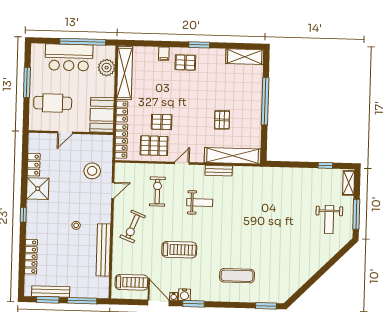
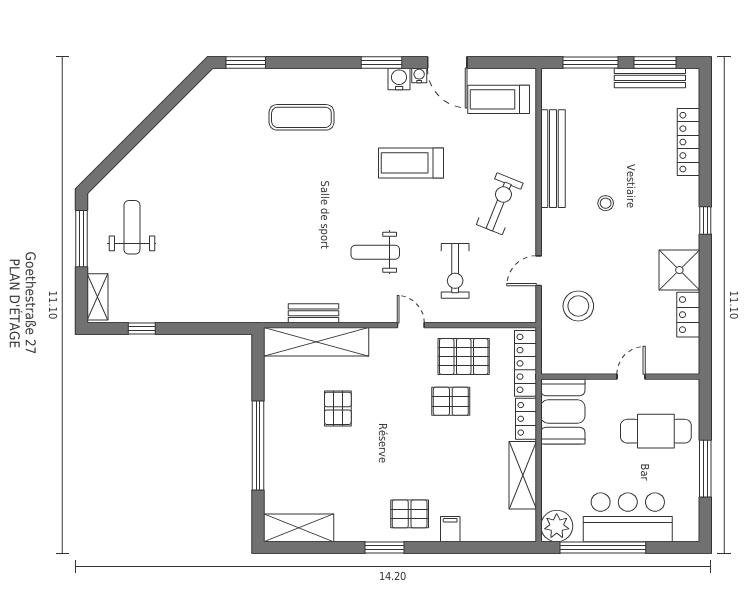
plant: (107, 68) -> (557, 526), moved
shelving: (125, 73) -> (523, 475), width x0.68
door: (182, 163) -> (411, 325), swing flipped
bench: (219, 171) -> (314, 313), moved

